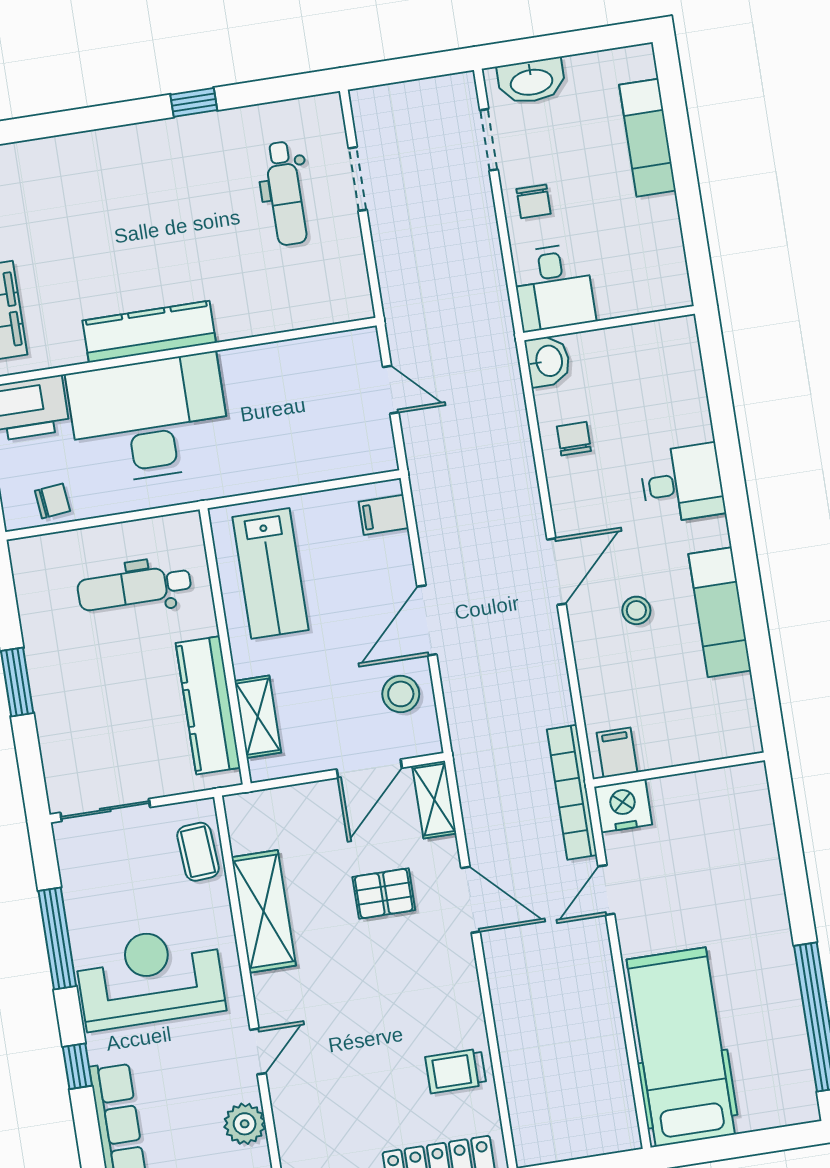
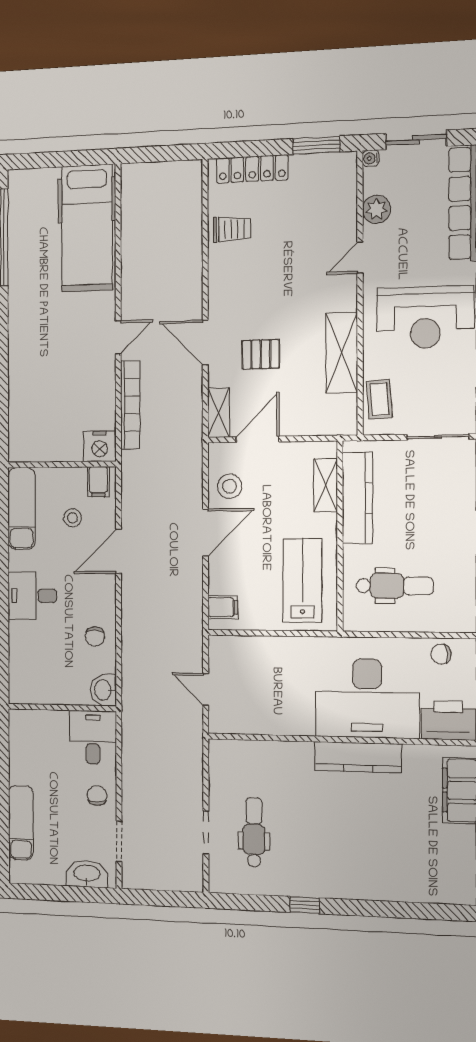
filing cabinet: (617, 753) -> (98, 482), moved
wall: (679, 770) -> (62, 465), moved
nightstand: (623, 806) -> (100, 446), moved

